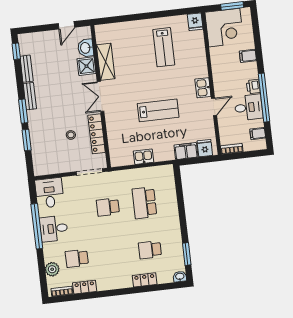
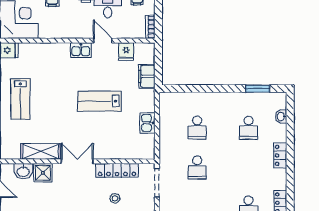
lab bench: (164, 47) -> (20, 99), moved, turned 90
double door: (101, 96) -> (77, 161), swing flipped
lab bench: (158, 110) -> (100, 101), turned -90
fridge: (205, 148) -> (126, 52), moved, turned -90
school desk: (144, 203) -> (197, 128), width x0.54
washbasin: (180, 277) -> (281, 116), moved
locker: (145, 280) -> (280, 155), moved

